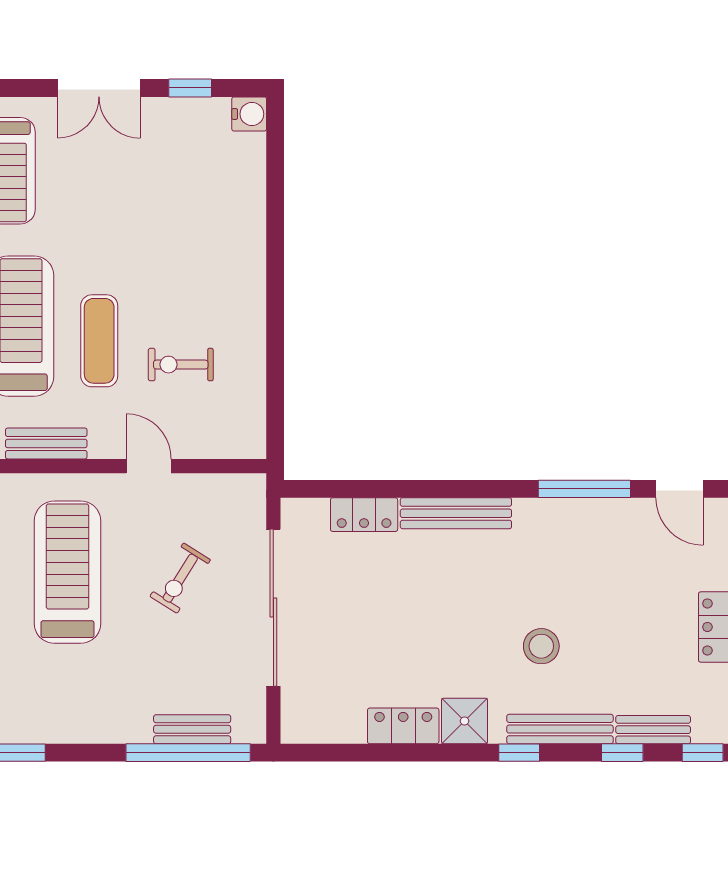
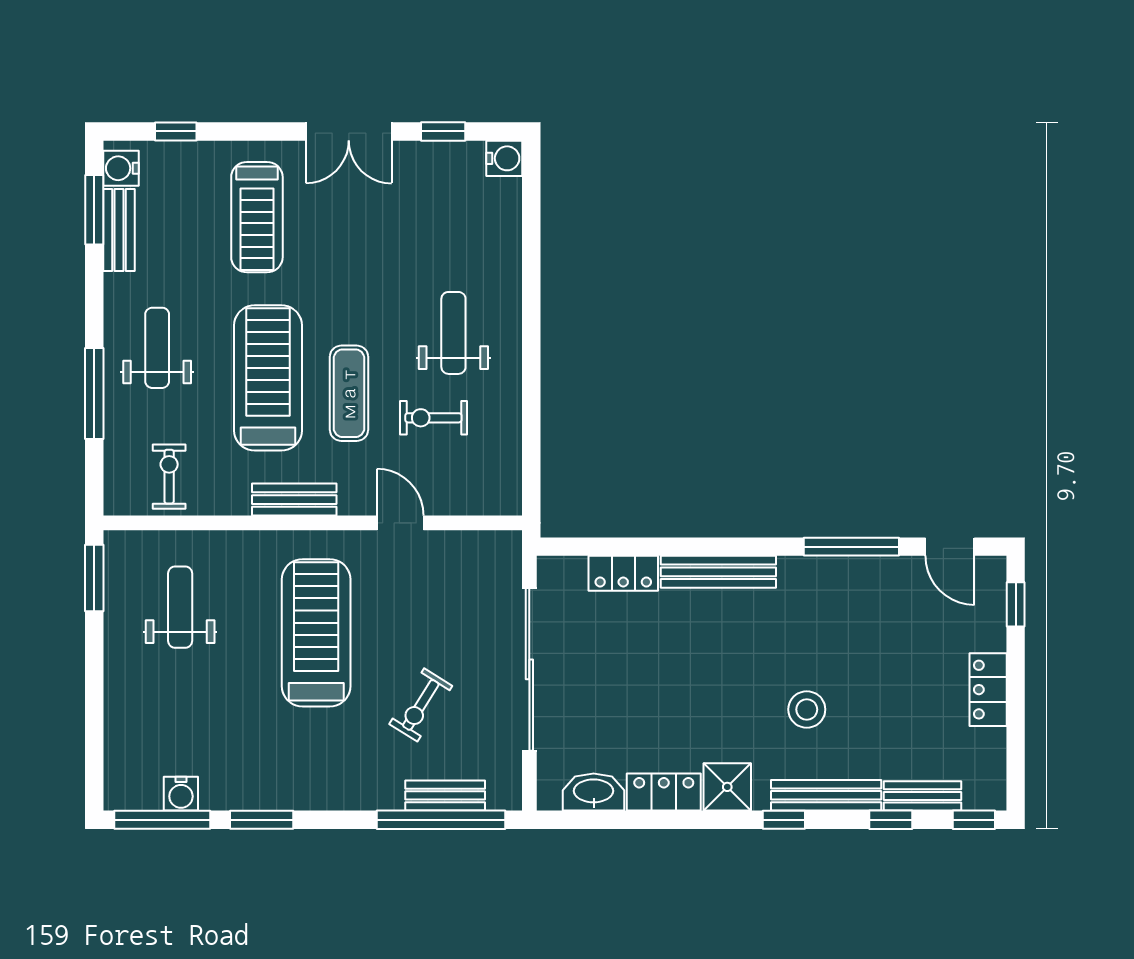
weight bench: (200, 283) -> (453, 333), added
exercise bike: (180, 578) -> (421, 705), moved
washbasin: (335, 726) -> (594, 792), added

